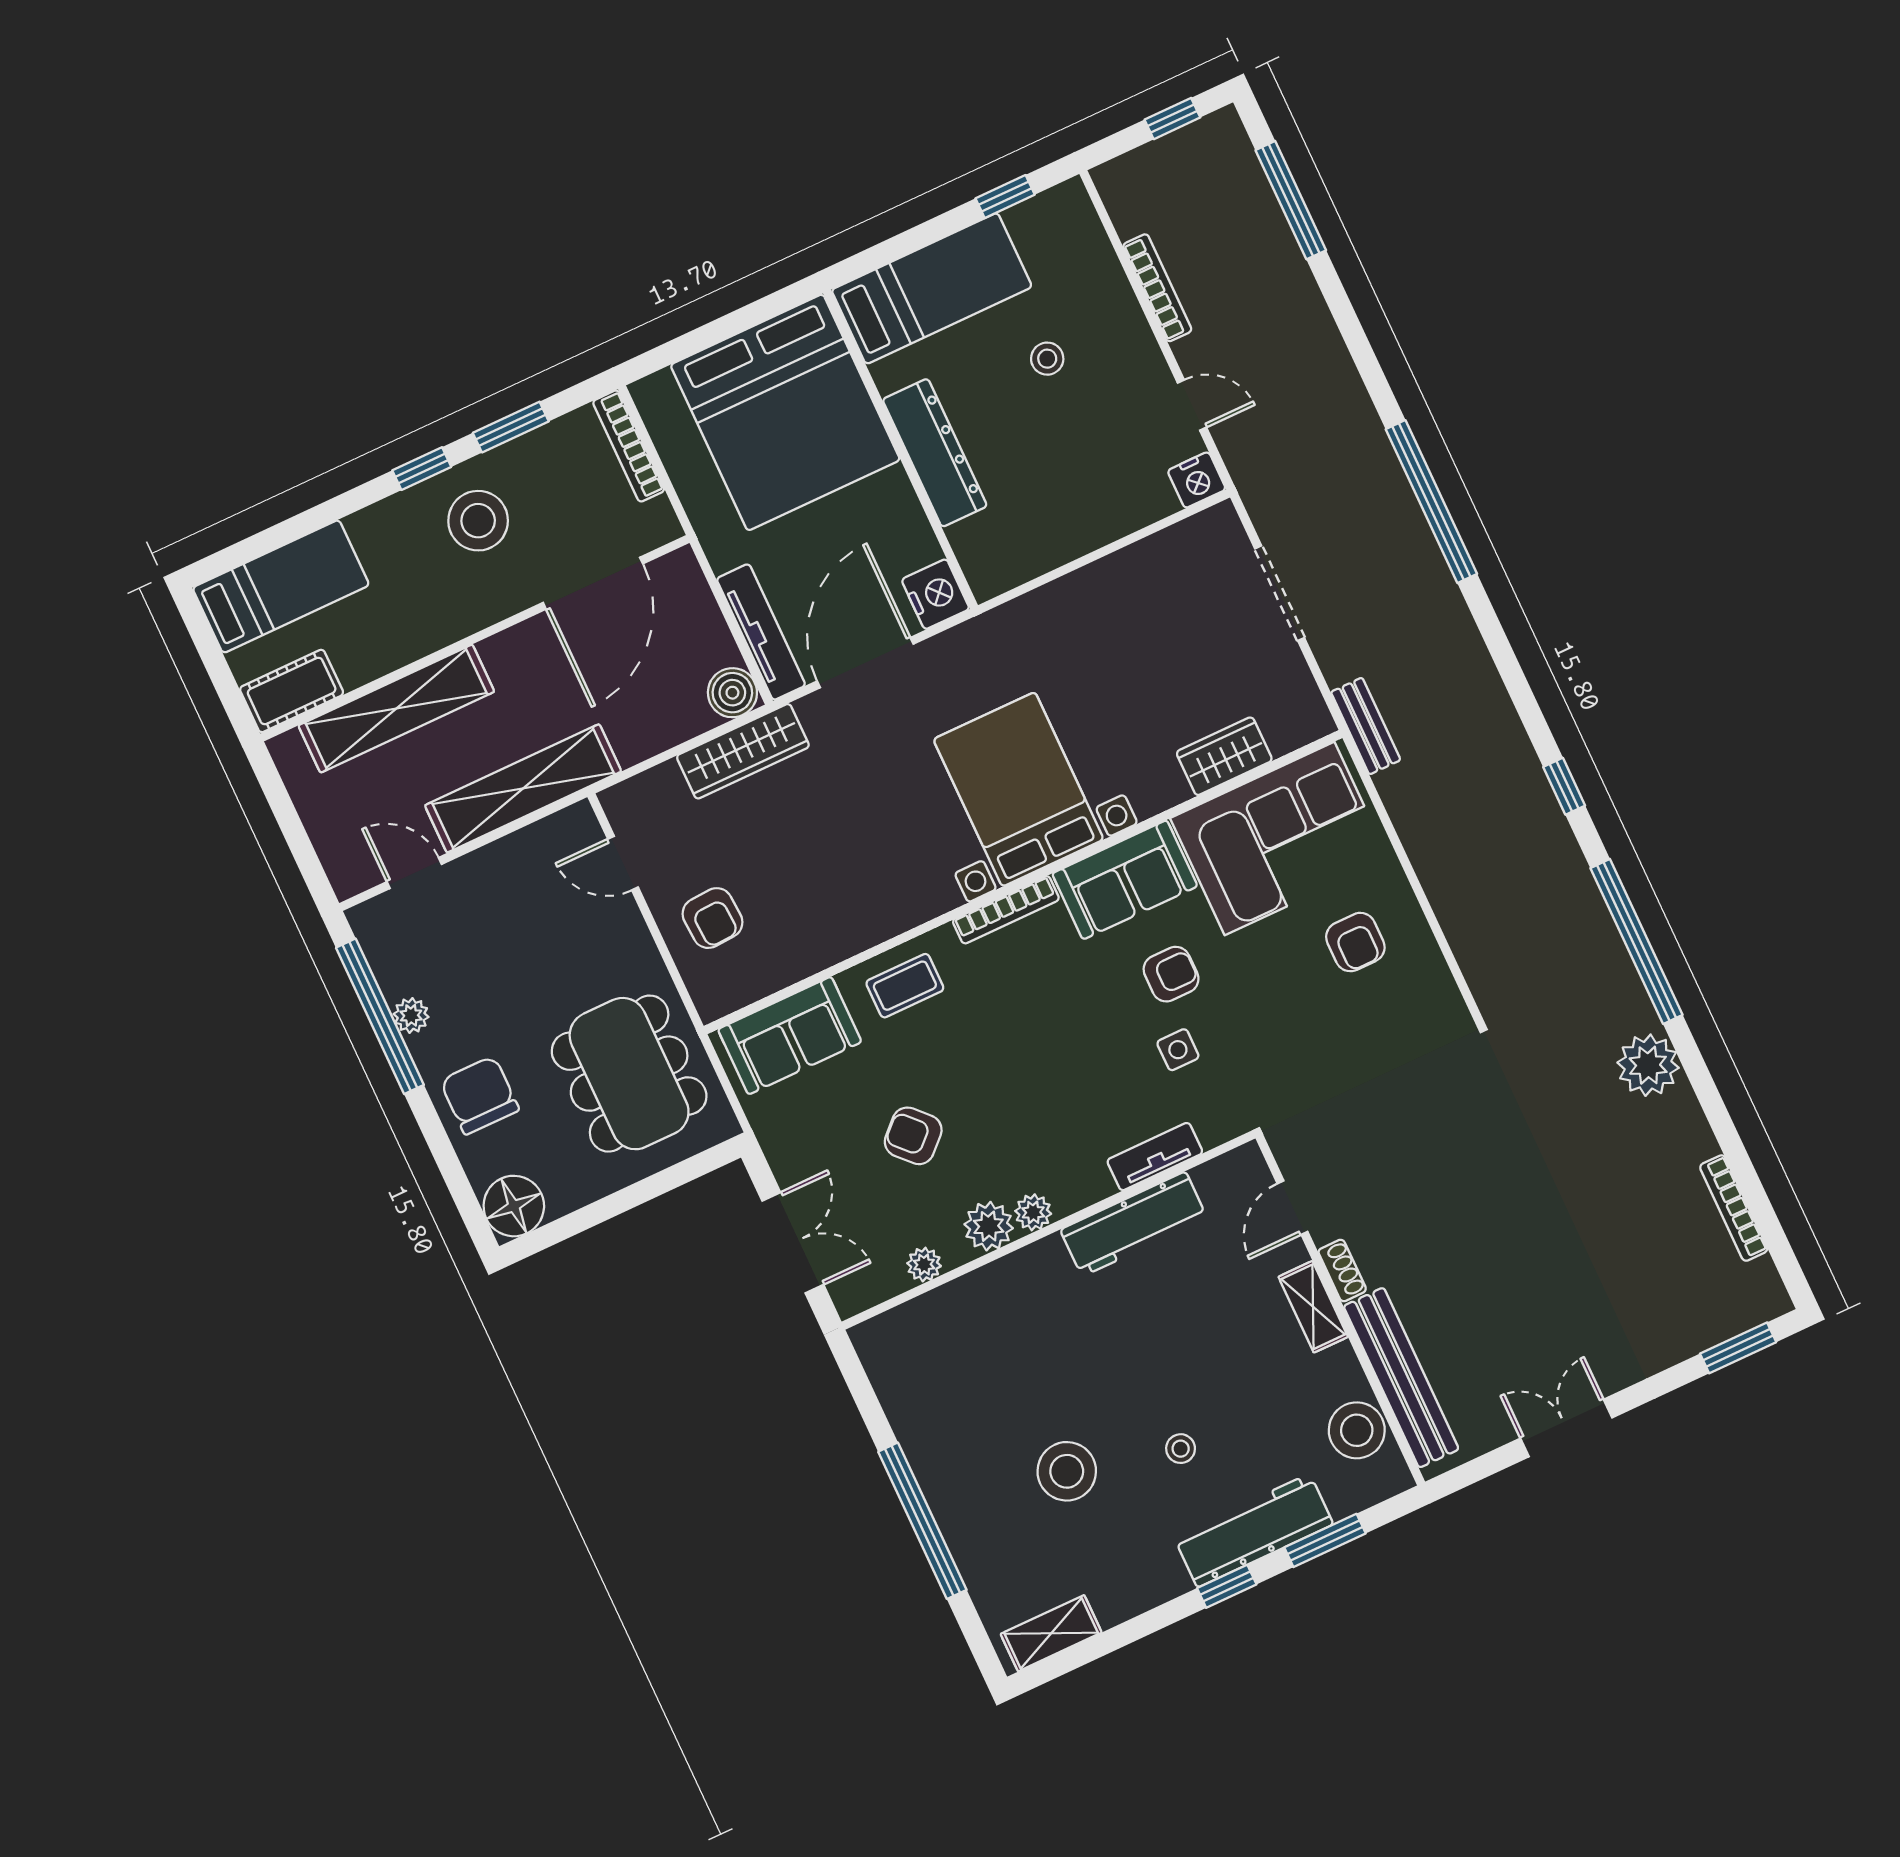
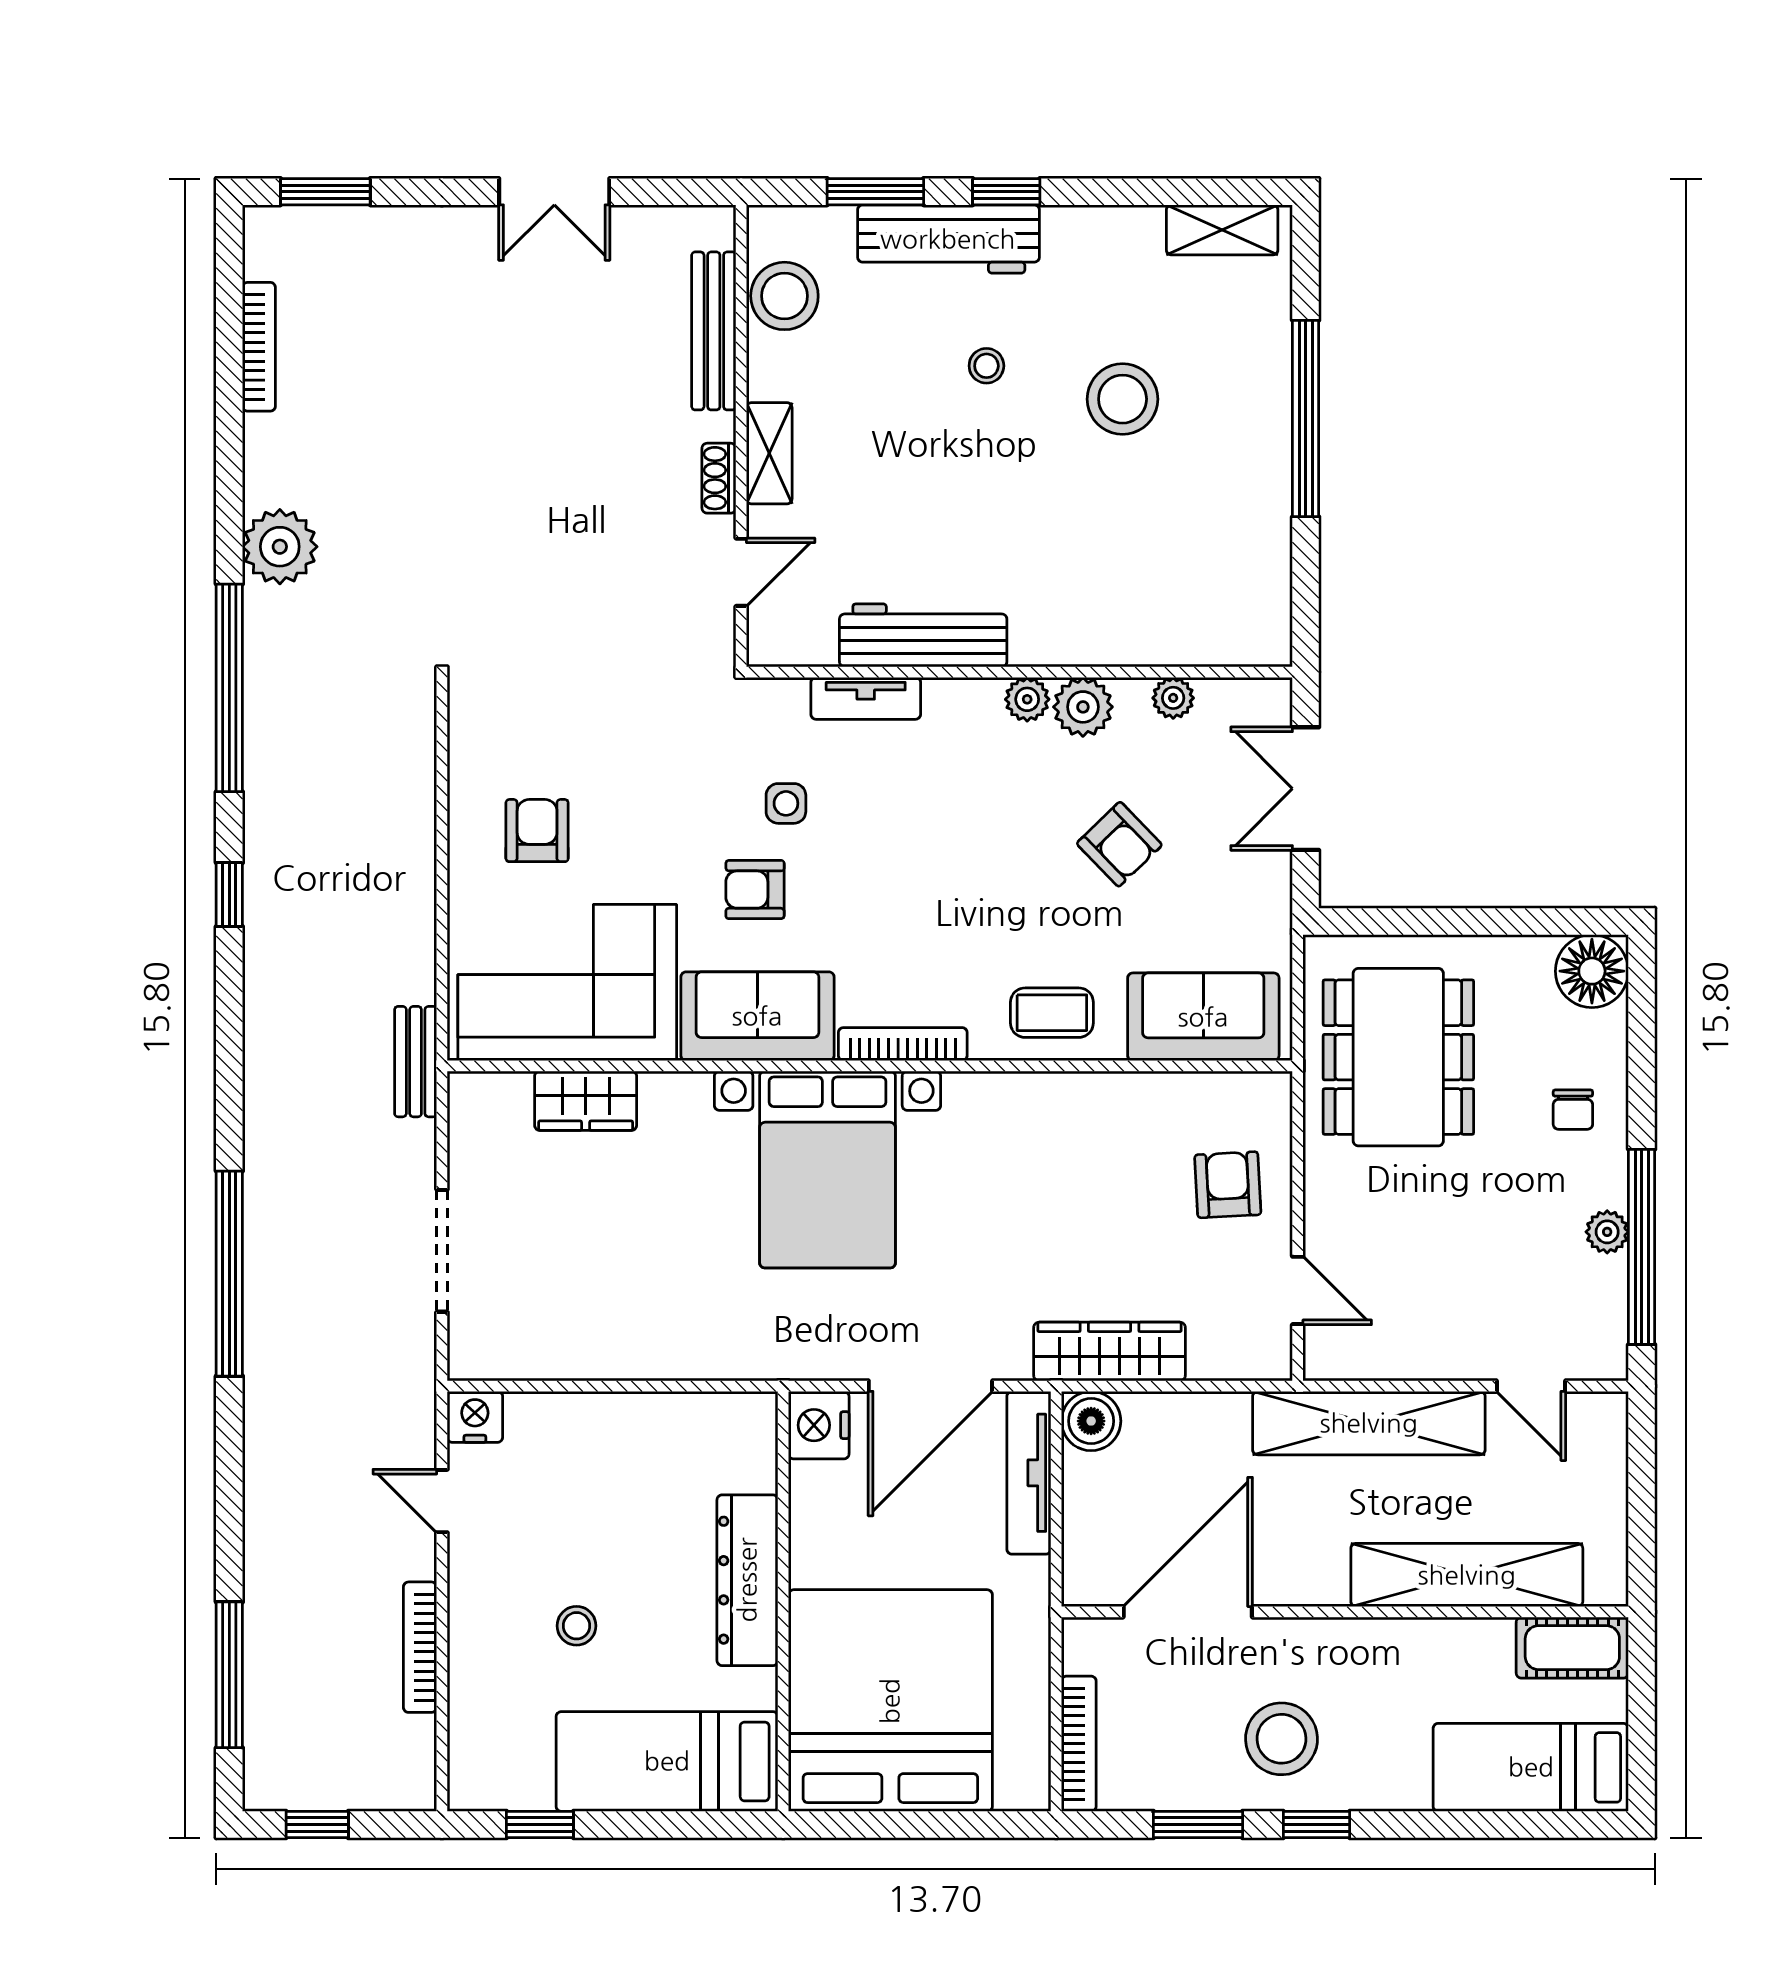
chair: (480, 1095) -> (1573, 1110), width x0.54, depth x0.54
bench: (1401, 1378) -> (714, 331), width x0.73, depth x0.82

